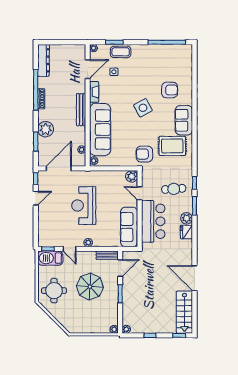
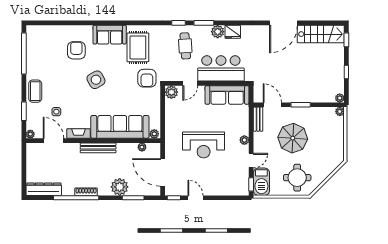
coffee table: (121, 52) -> (35, 91), moved

